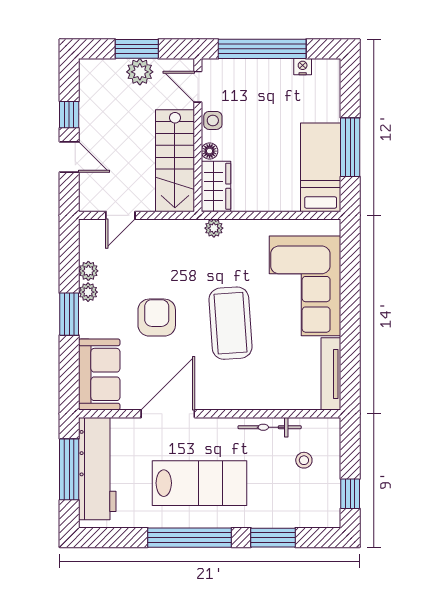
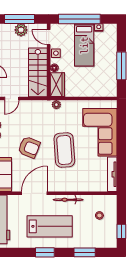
window: (137, 49) -> (20, 19), width x1.44
bed: (321, 167) -> (84, 45), moved, turned 180
armchair: (157, 318) -> (29, 147), turned 112
bicycle: (270, 427) -> (68, 200), moved
window: (190, 538) -> (45, 252), width x0.47

